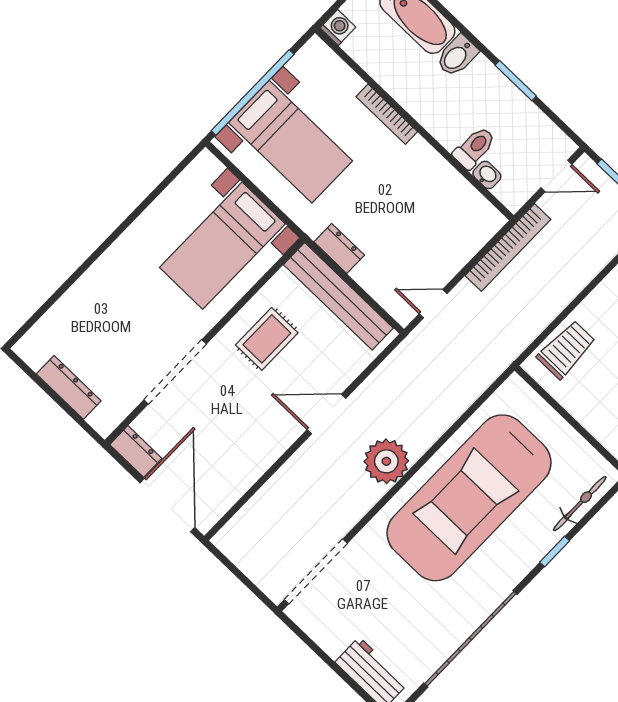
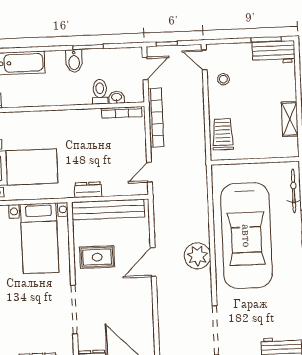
bidet: (457, 56) -> (74, 61), moved
bookcase: (387, 114) -> (122, 112), moved
rug: (267, 339) -> (97, 257), turned 90

